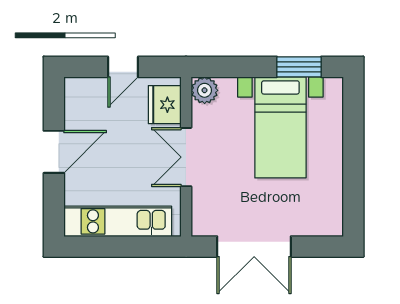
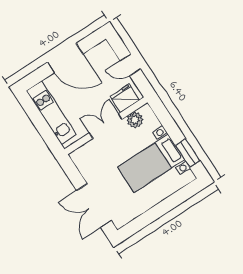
plant: (205, 90) -> (135, 120), moved
door: (54, 152) -> (65, 58), width x1.36
double door: (254, 247) -> (94, 206), moved

